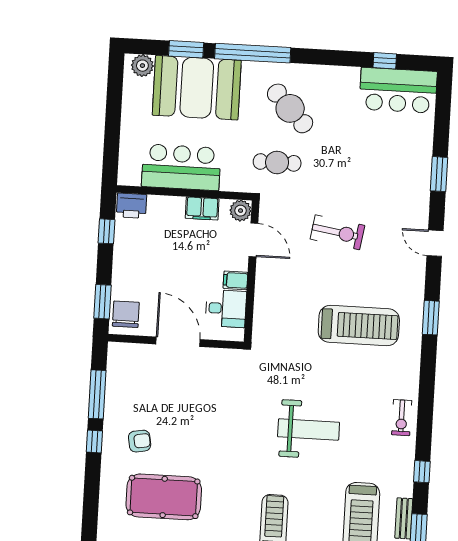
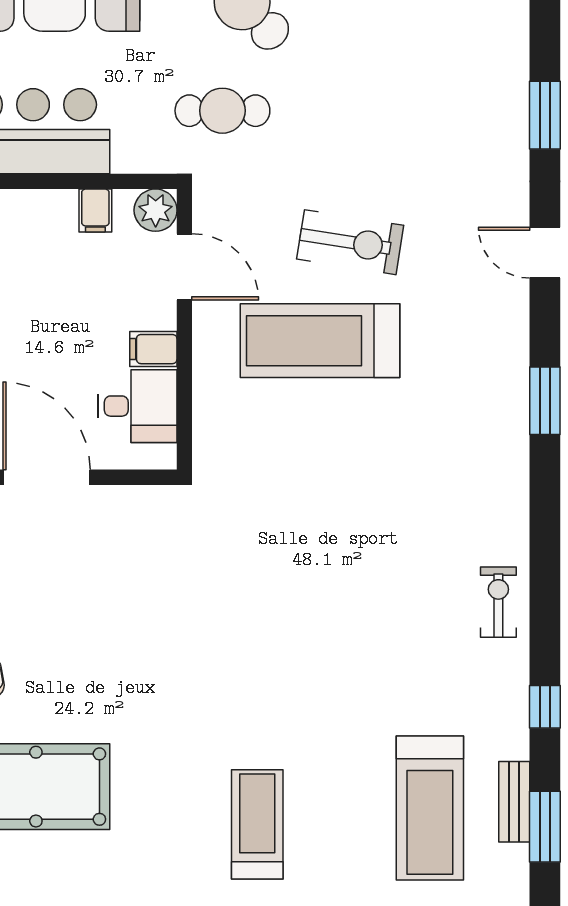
filing cabinet: (202, 209) -> (95, 211), width x0.50
treadmill: (359, 325) -> (320, 341), moved, turned 180
exercise bike: (402, 418) -> (498, 602), turned 180
weight bench: (309, 430) -> (315, 636), removed

